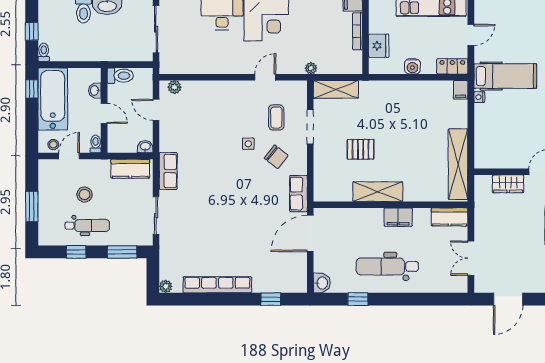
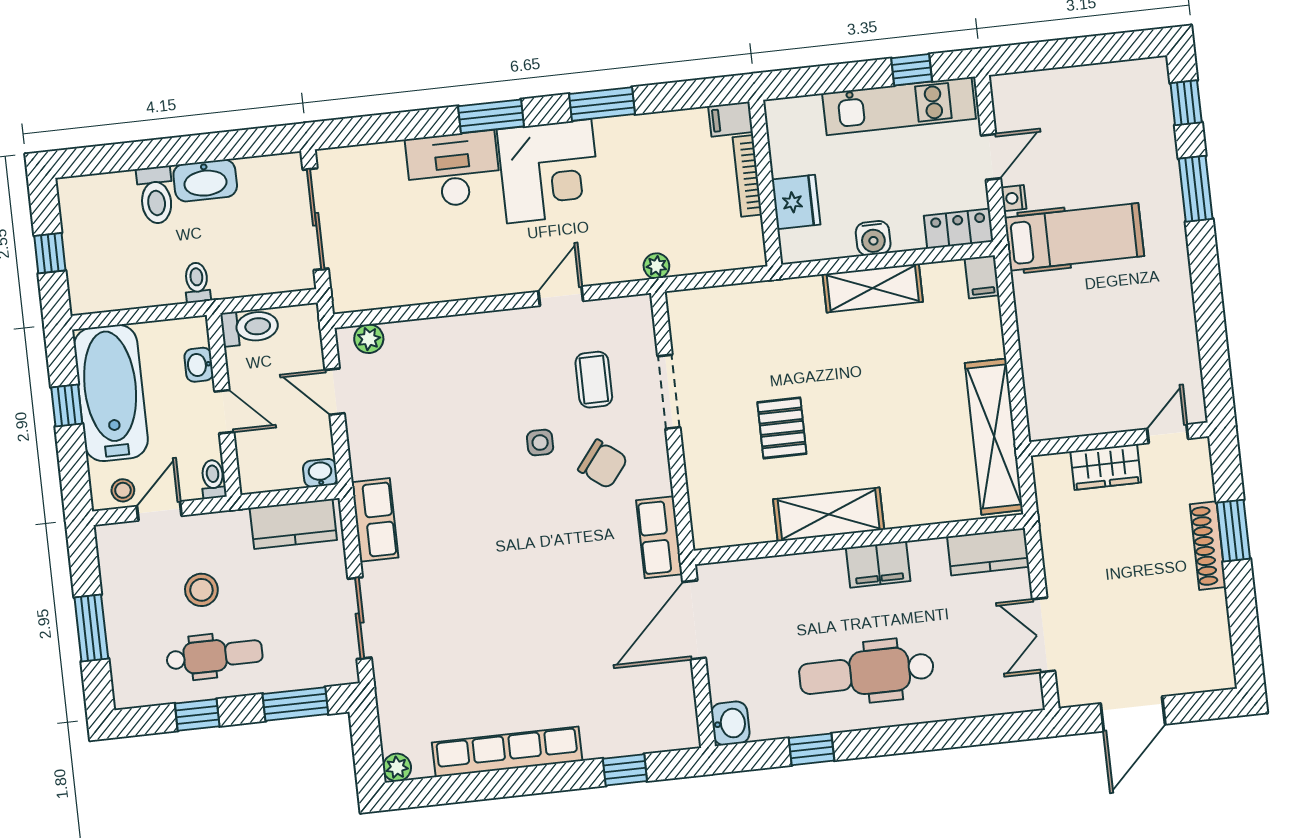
toilet: (44, 52) -> (197, 282), moved
window: (32, 89) -> (67, 406), moved
shelving: (336, 89) -> (873, 288), moved
nightstand: (479, 97) -> (1014, 198), moved
pallet: (361, 149) -> (782, 428), turned 90

